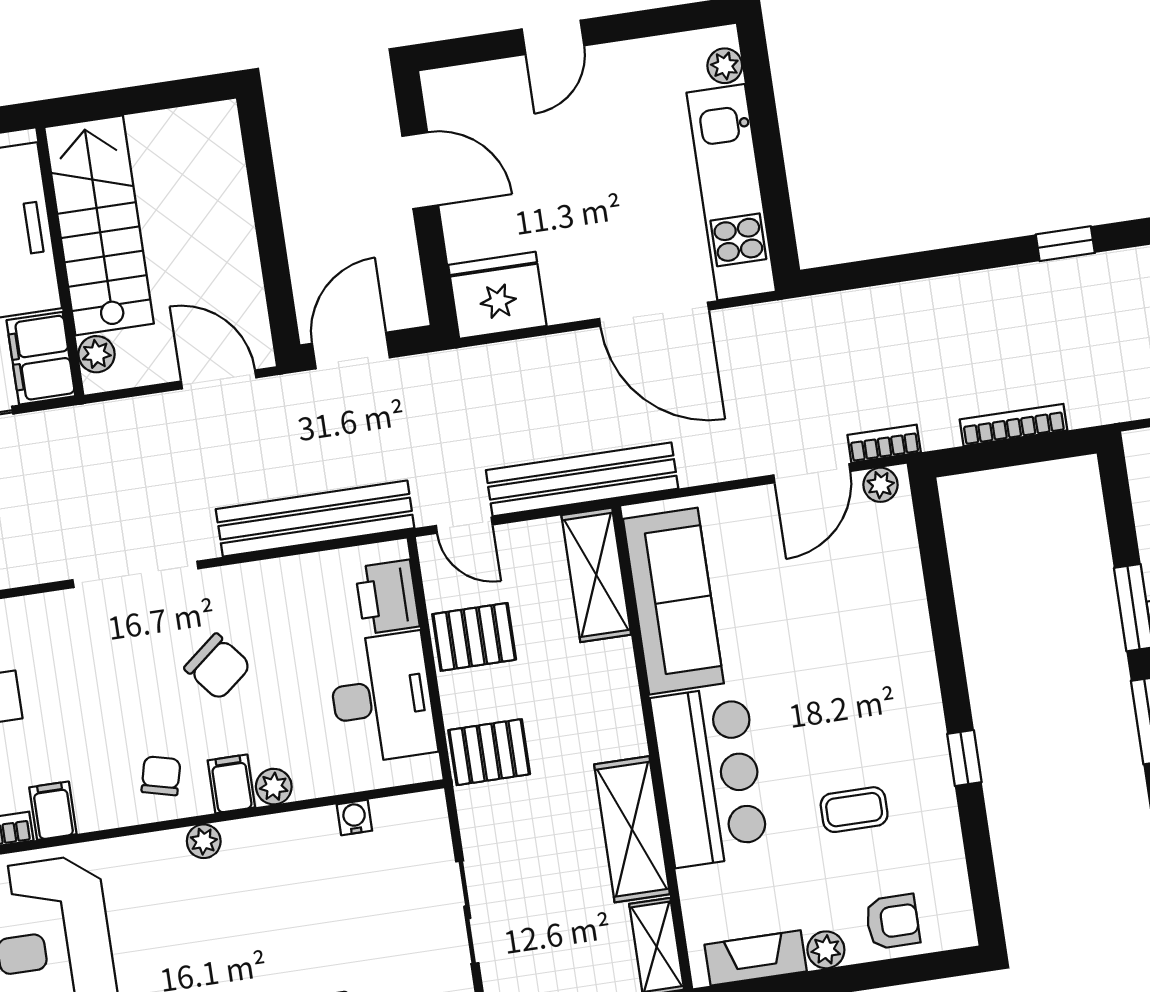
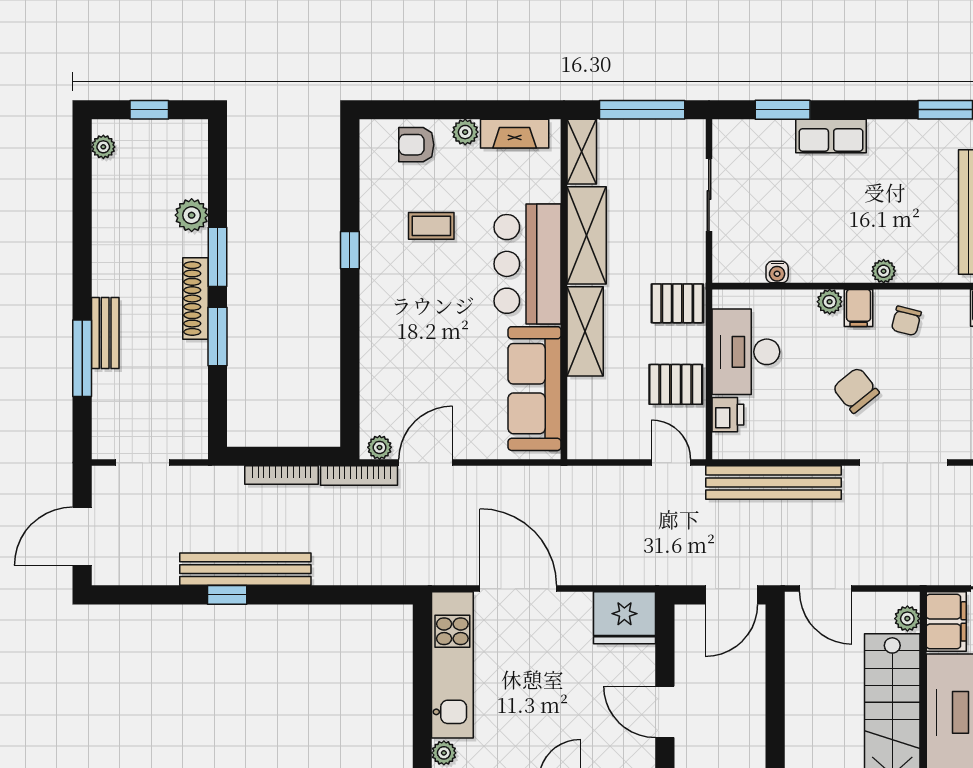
bookcase: (884, 444) -> (359, 475), width x1.56
bench: (582, 479) -> (245, 569), moved
shelving: (596, 575) -> (585, 331), moved
printer: (387, 597) -> (728, 415), width x0.73, depth x0.81

